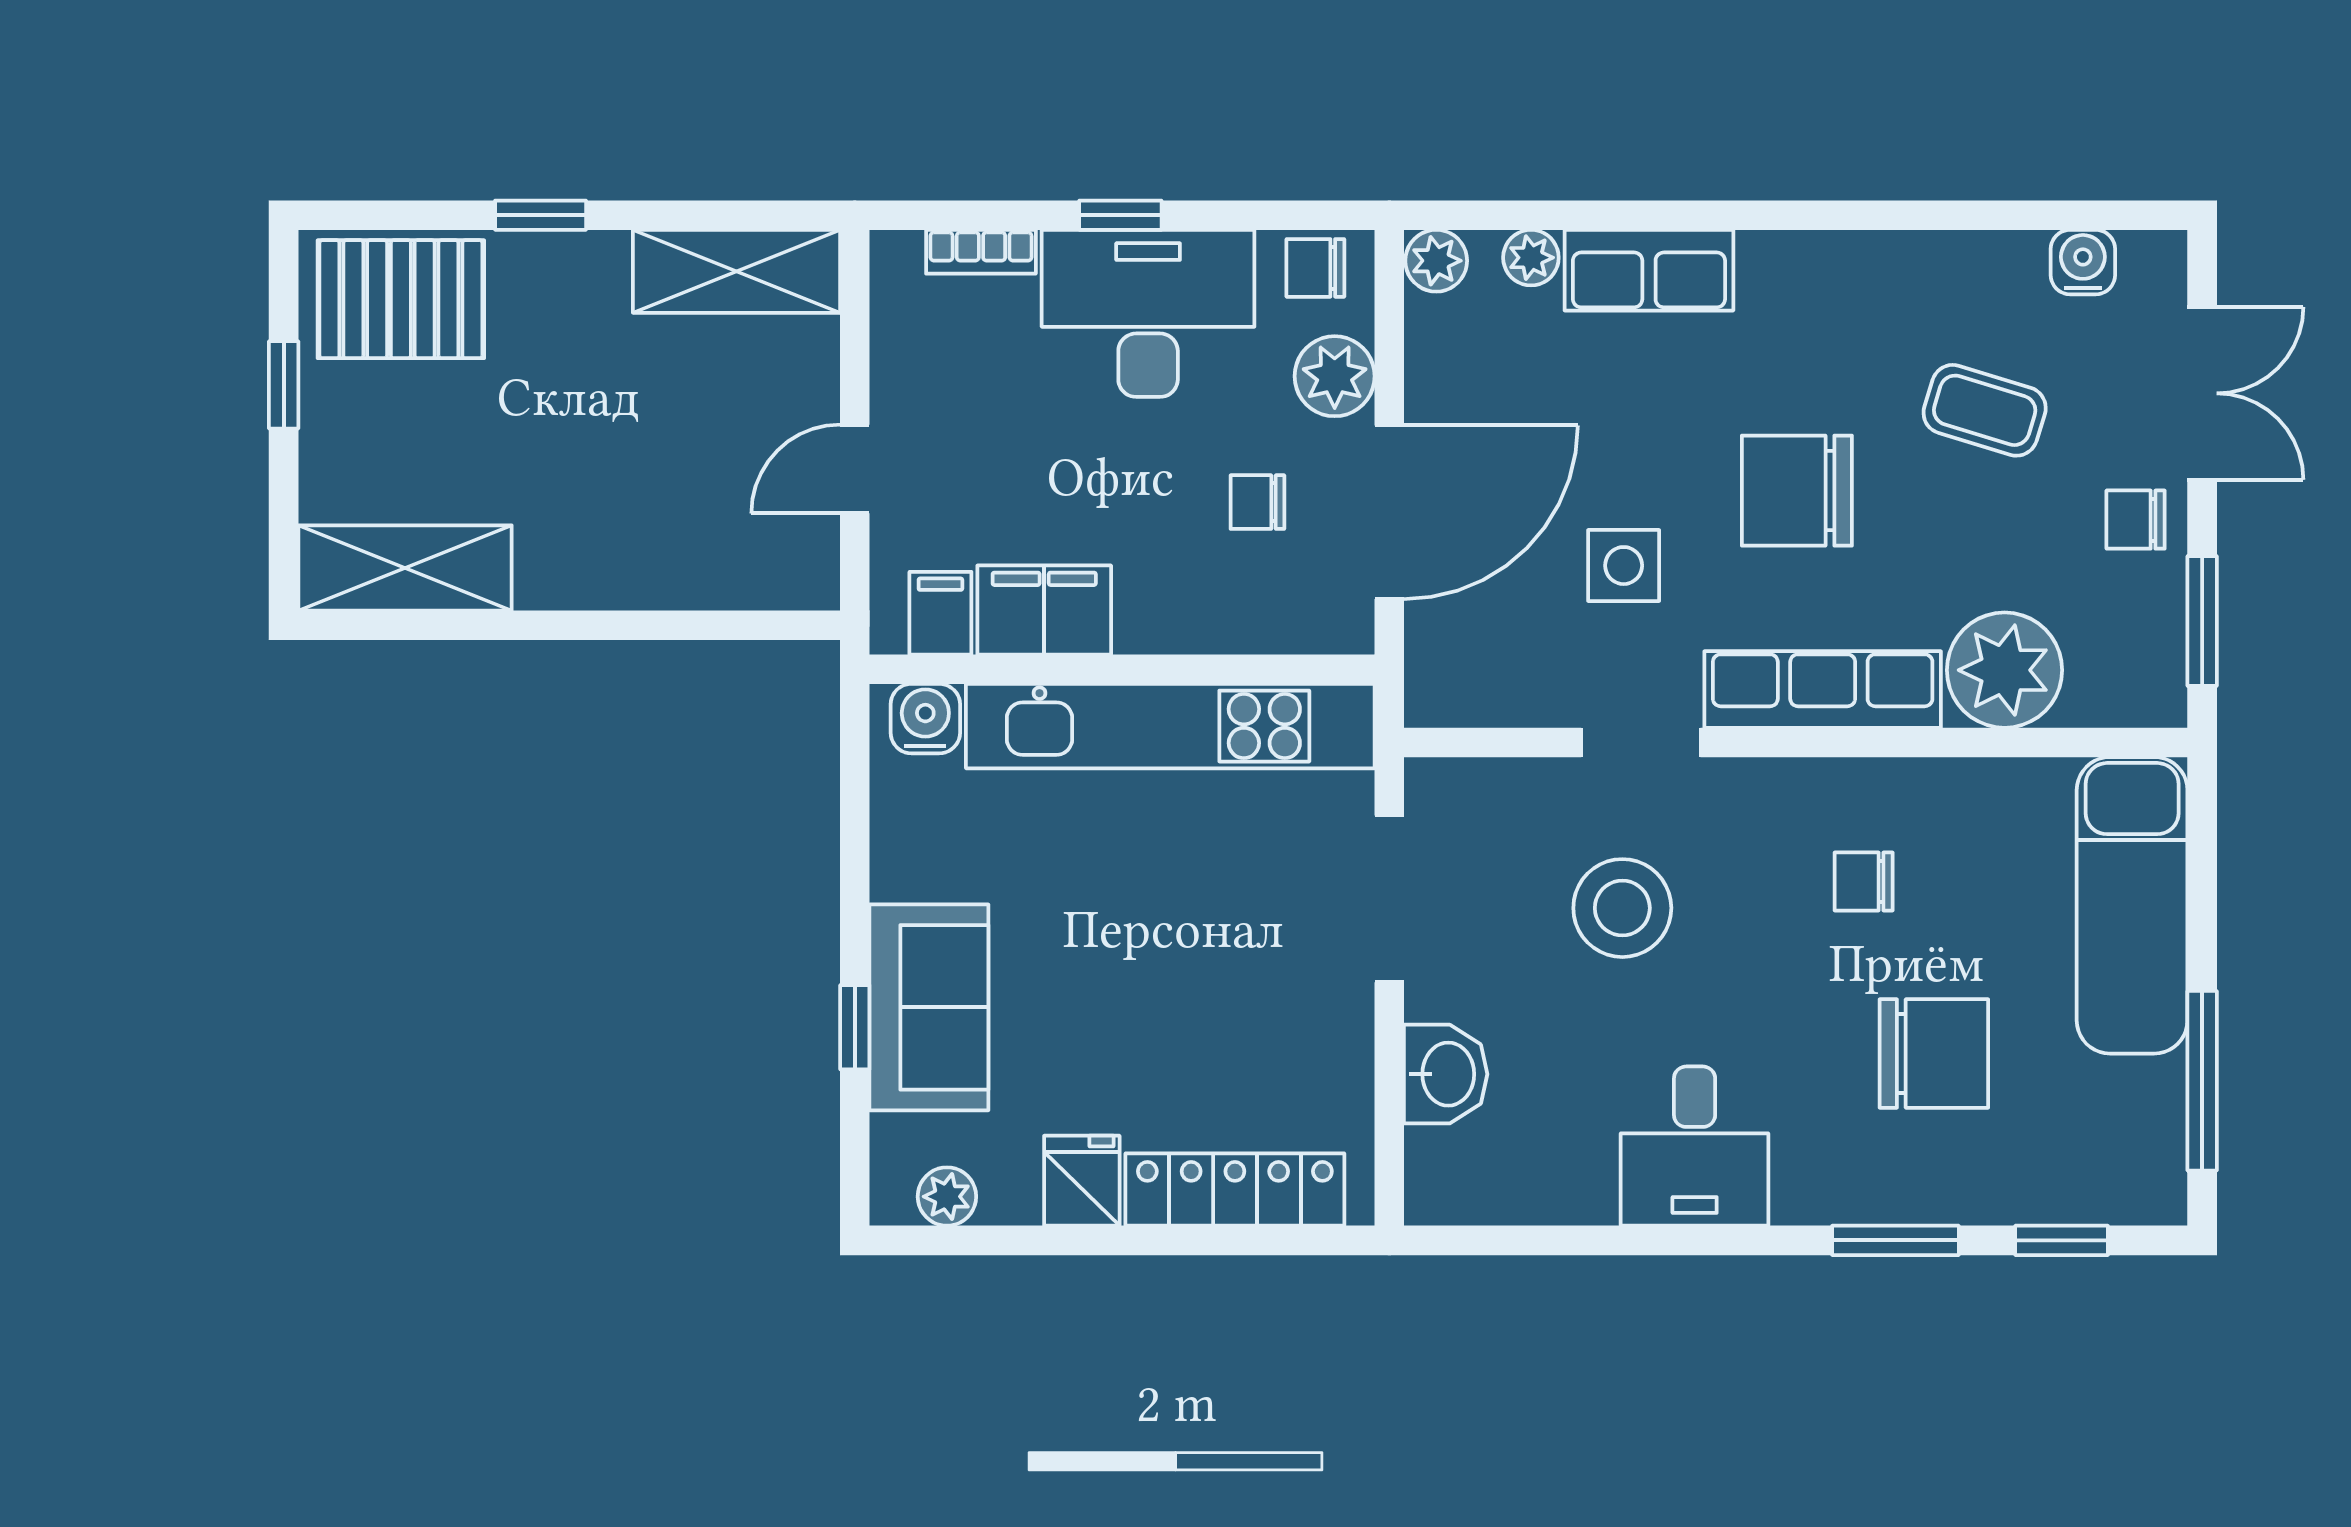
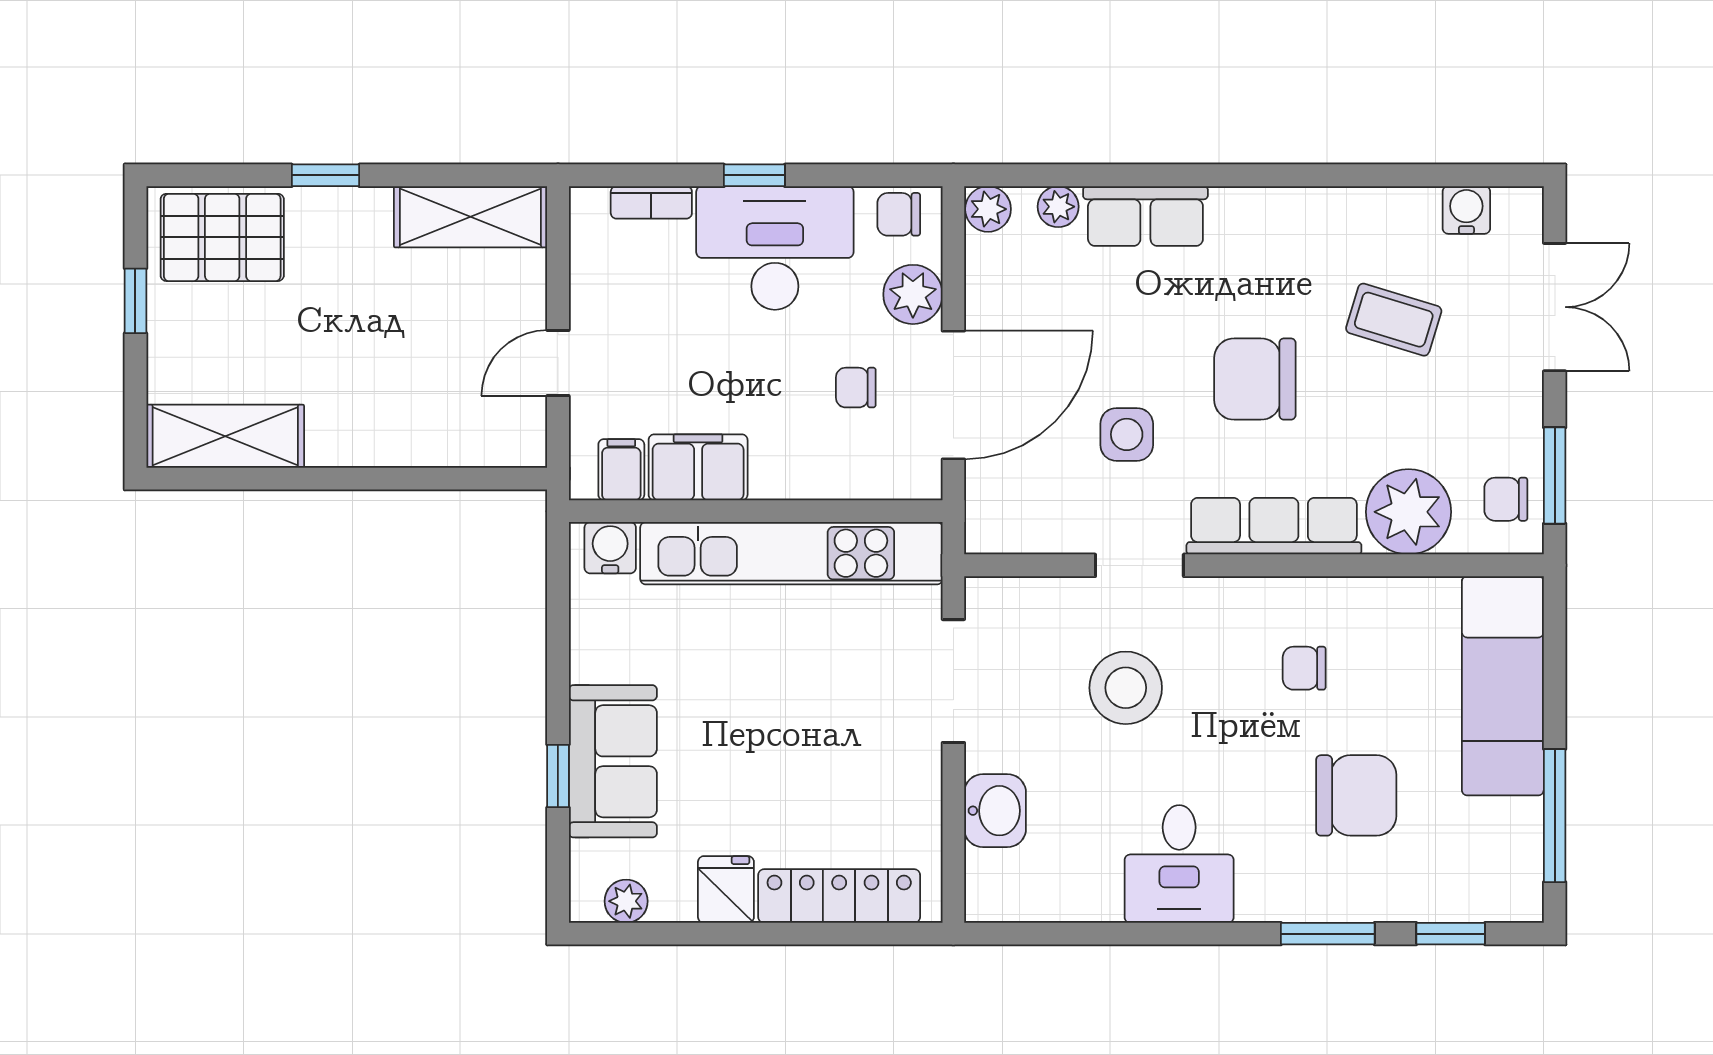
chair: (2136, 520) -> (1506, 499), moved

